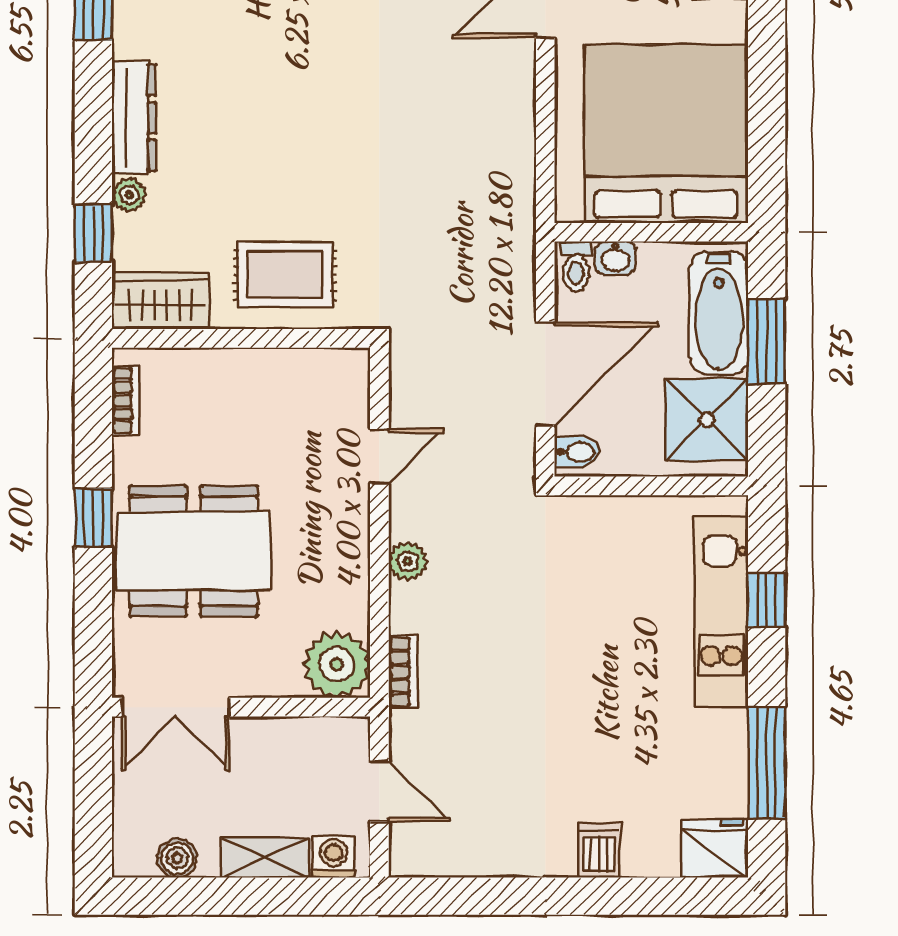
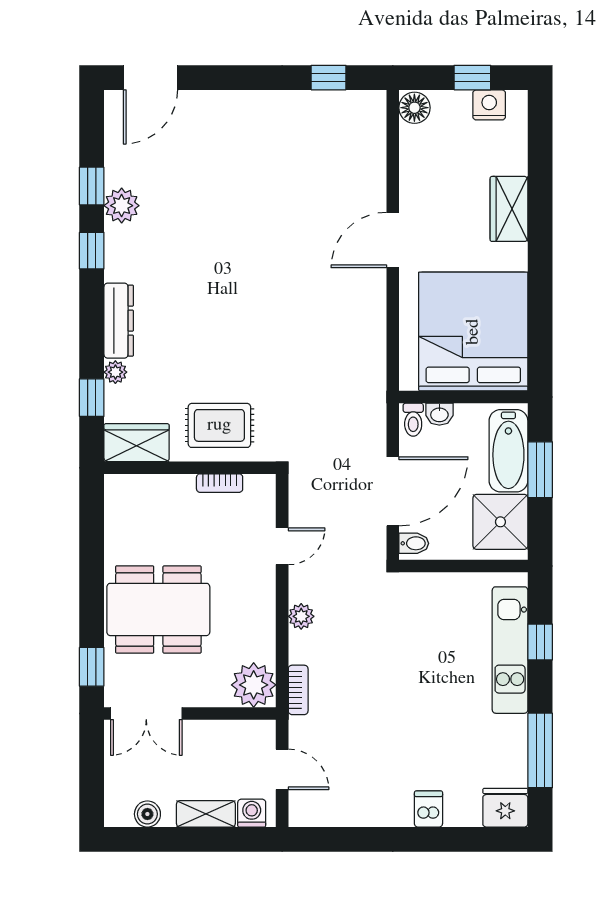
bookcase: (126, 401) -> (220, 483), moved, turned 90
window: (93, 518) -> (92, 667), moved

